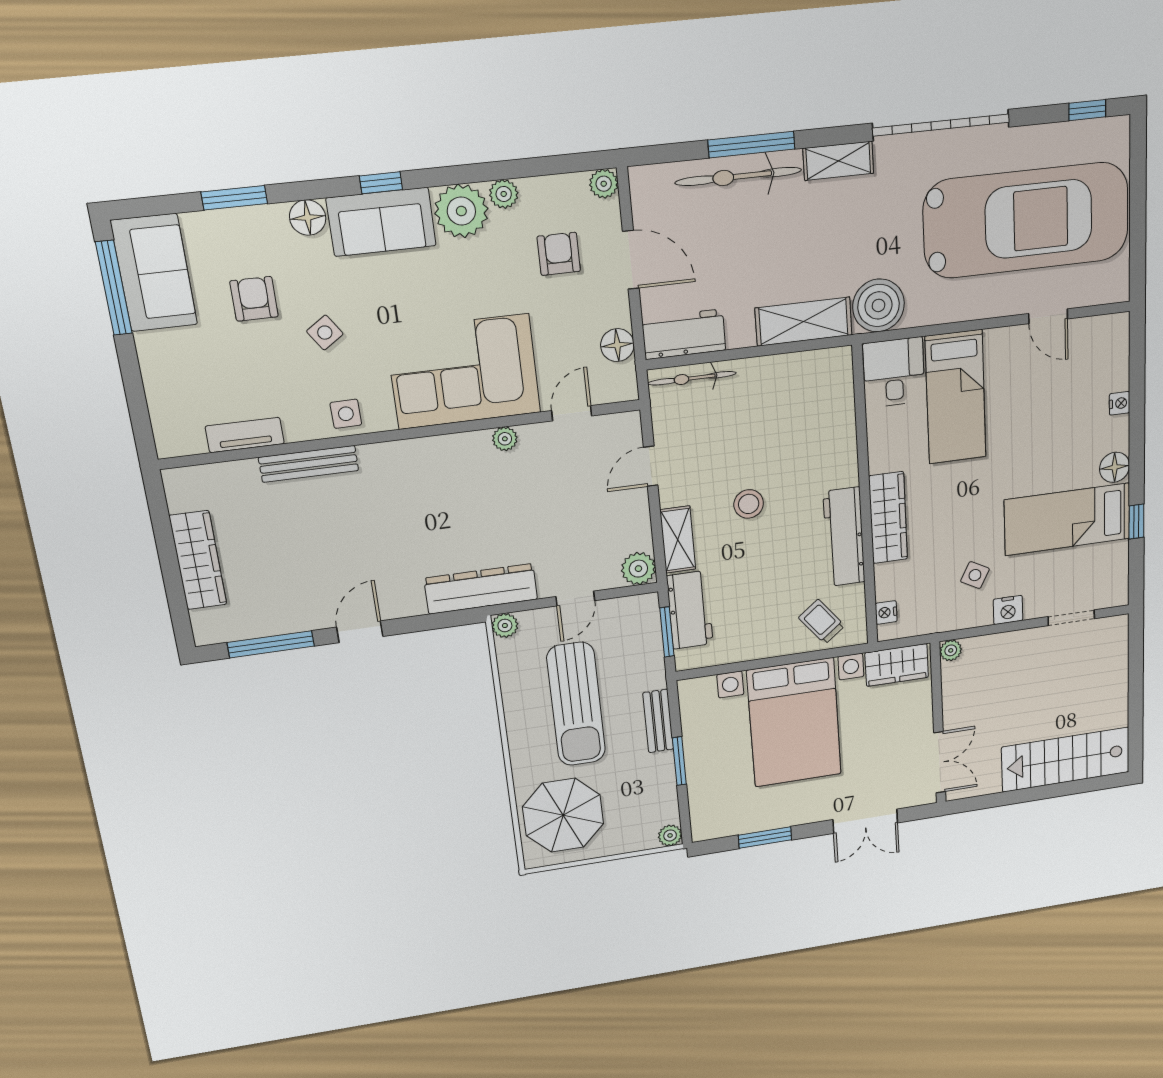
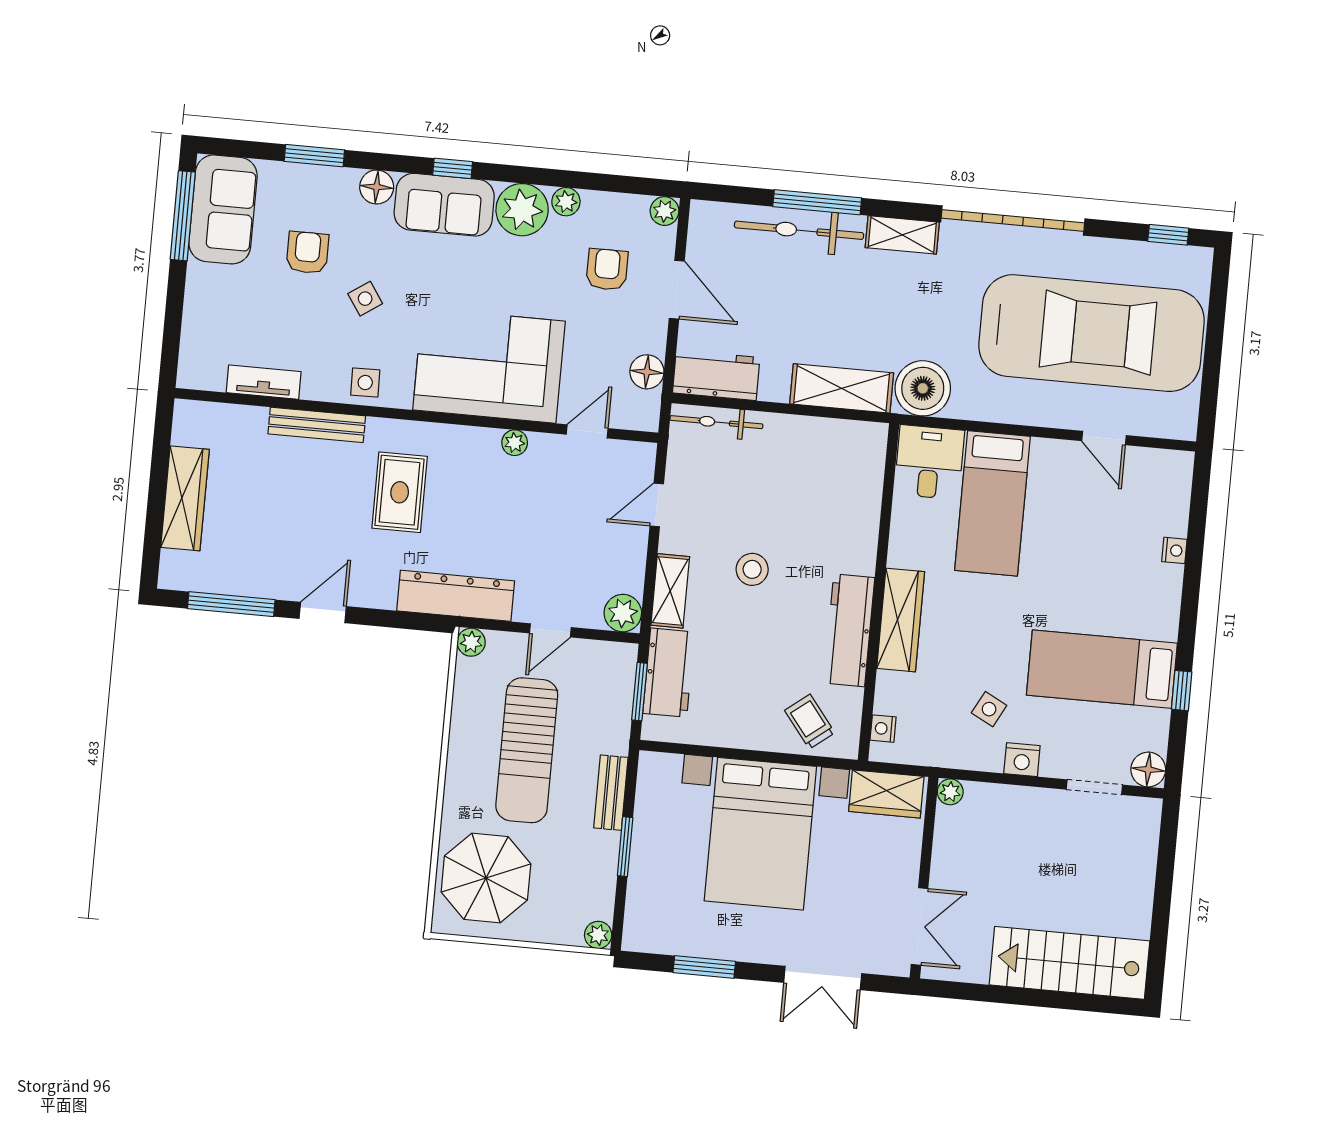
floor lamp: (1115, 467) -> (1148, 770), moved
rug: (405, 508) -> (400, 492), added

